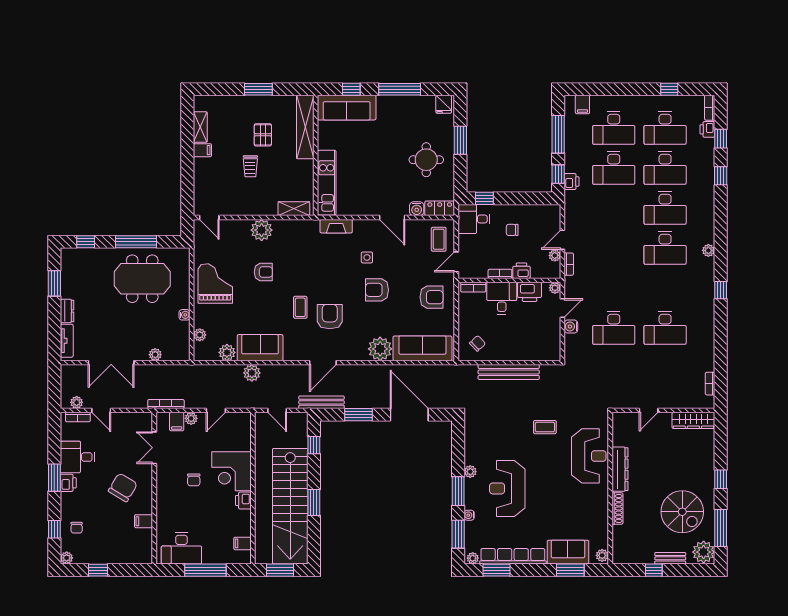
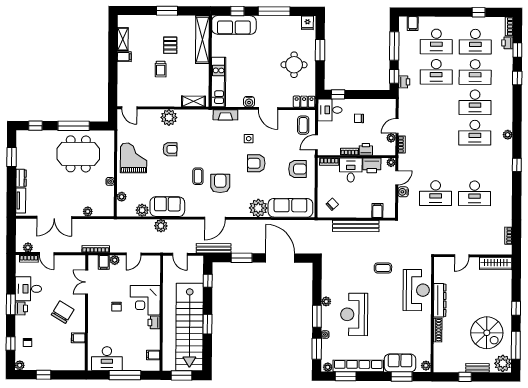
water cooler: (417, 209) -> (249, 102), moved
filing cabinet: (537, 351) -> (377, 211), added

